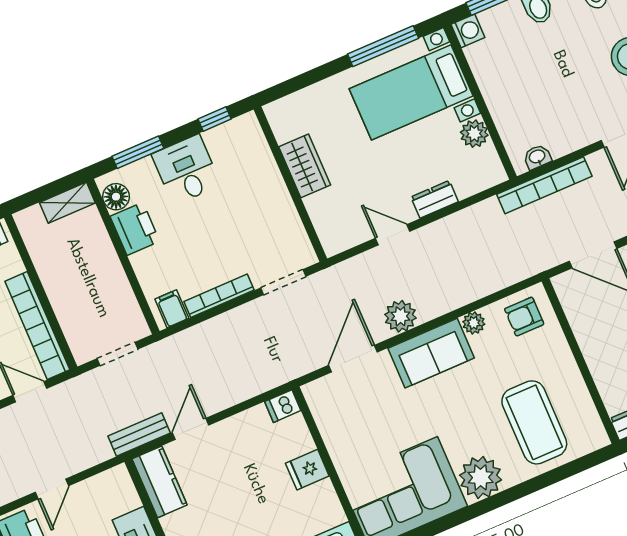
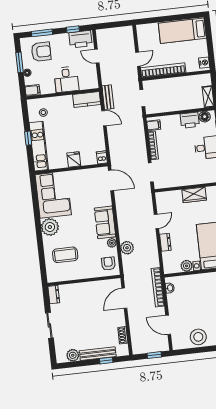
plant: (400, 316) -> (127, 248), moved
door: (353, 359) -> (111, 180), moved
coffee table: (534, 422) -> (65, 255), width x0.73, depth x0.76

